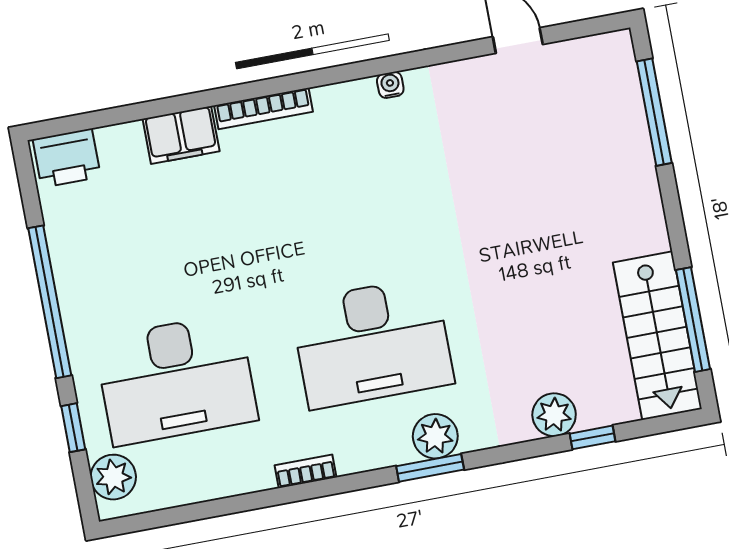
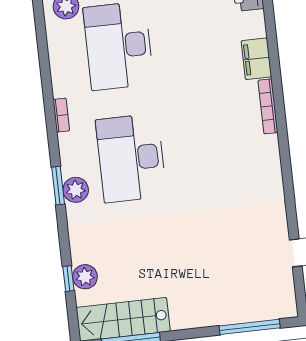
water cooler: (390, 85) -> (276, 179), removed
plant: (554, 415) -> (85, 277), moved

